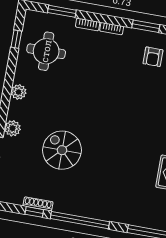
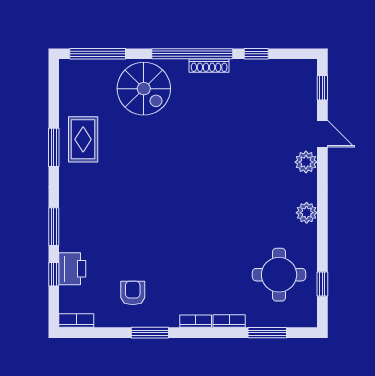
spiral stairs: (62, 150) -> (144, 89), moved
shoe rack: (38, 204) -> (209, 66), moved

